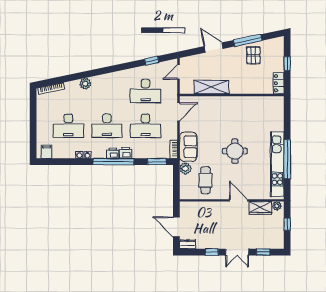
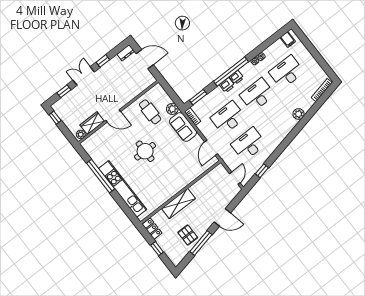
shelving: (211, 87) -> (178, 203), moved
kitchen unit: (277, 164) -> (123, 189), moved
window: (287, 224) -> (55, 118), moved

